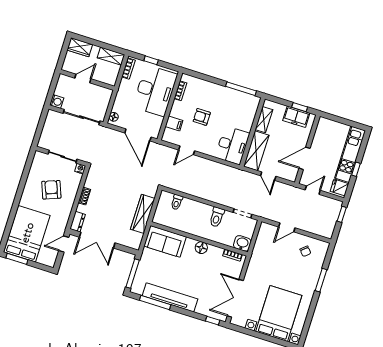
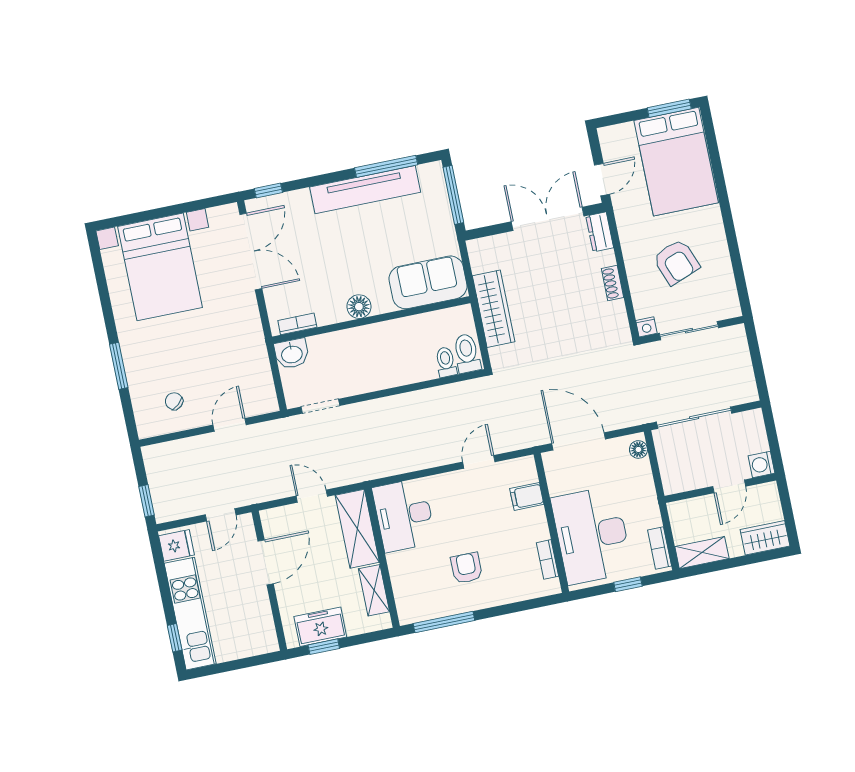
washing machine: (57, 102) -> (761, 464), moved
armchair: (202, 117) -> (467, 568), moved, turned -90
window: (356, 169) -> (175, 638), moved
toilet: (217, 217) -> (467, 353), moved

